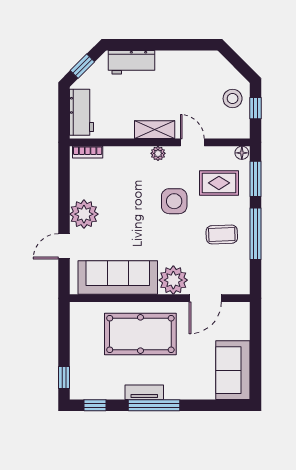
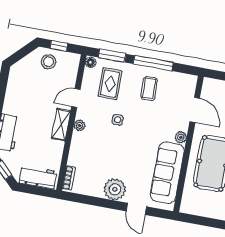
side table: (174, 201) -> (118, 120), width x0.54, depth x0.54
plant: (173, 280) -> (181, 137), width x0.53, depth x0.53

